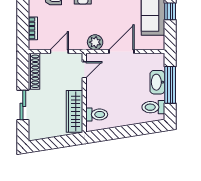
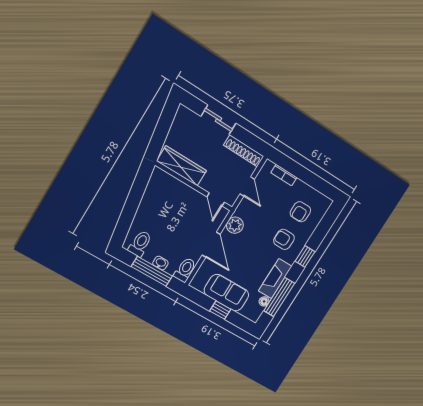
washbasin: (157, 82) -> (160, 263), width x0.52, depth x0.69
toilet: (97, 114) -> (185, 270), moved, turned 180

